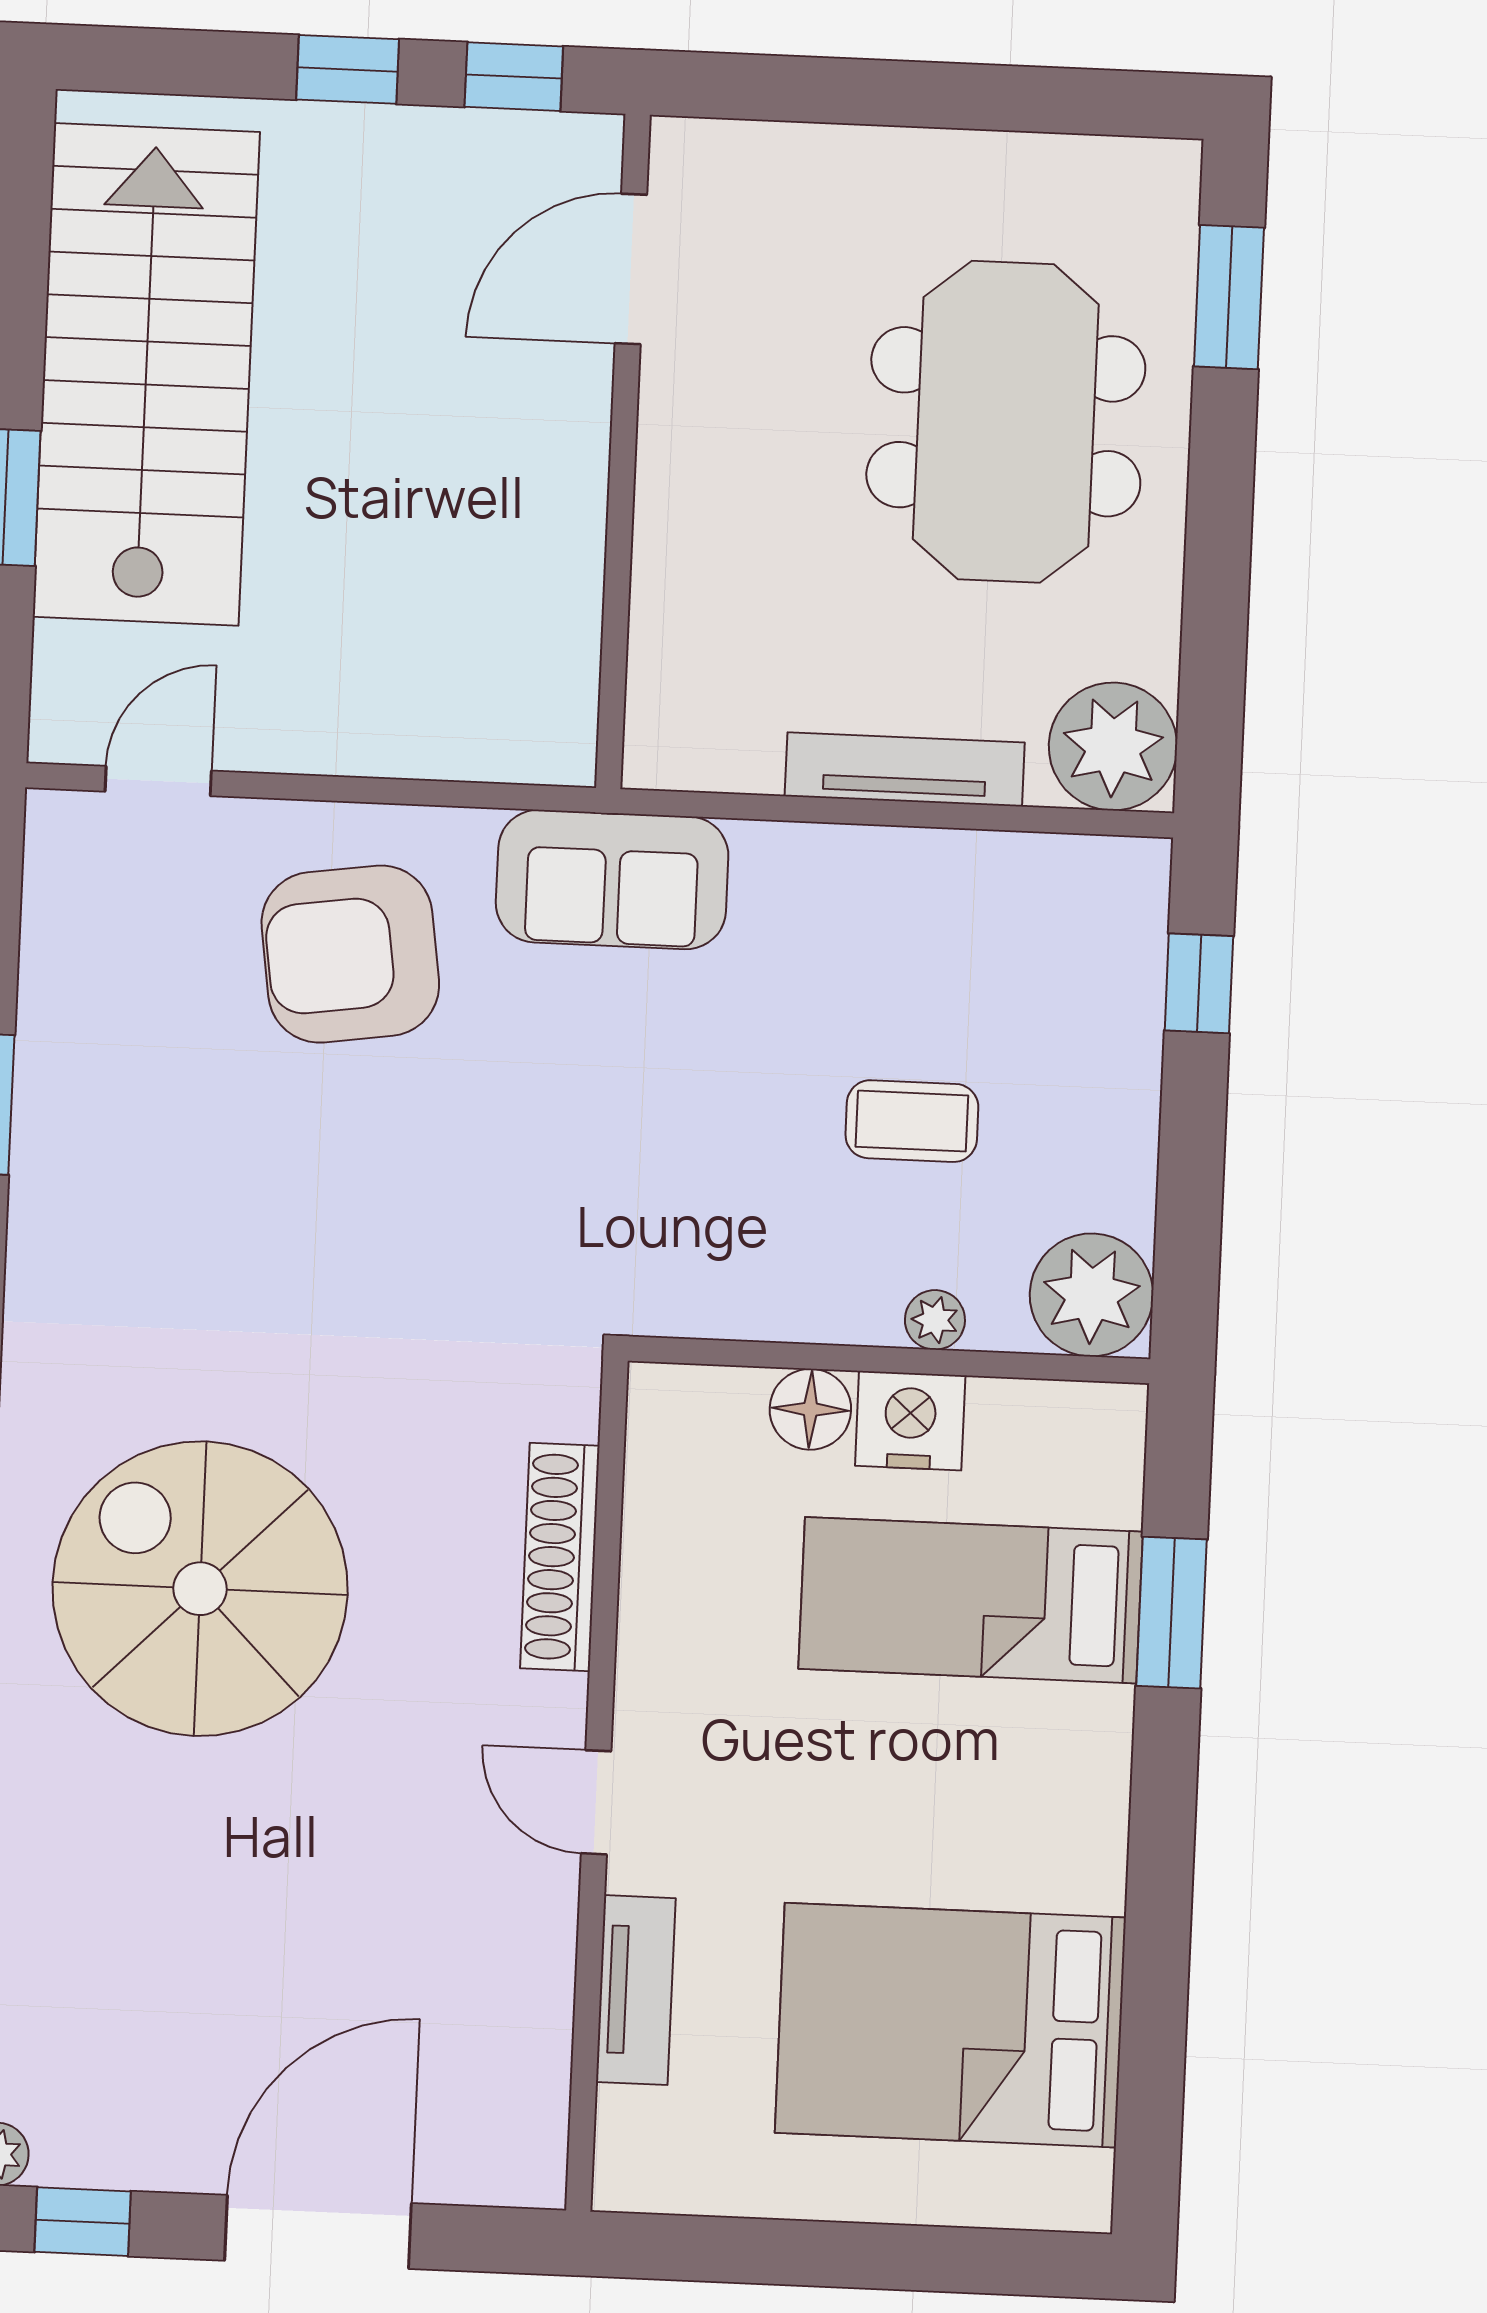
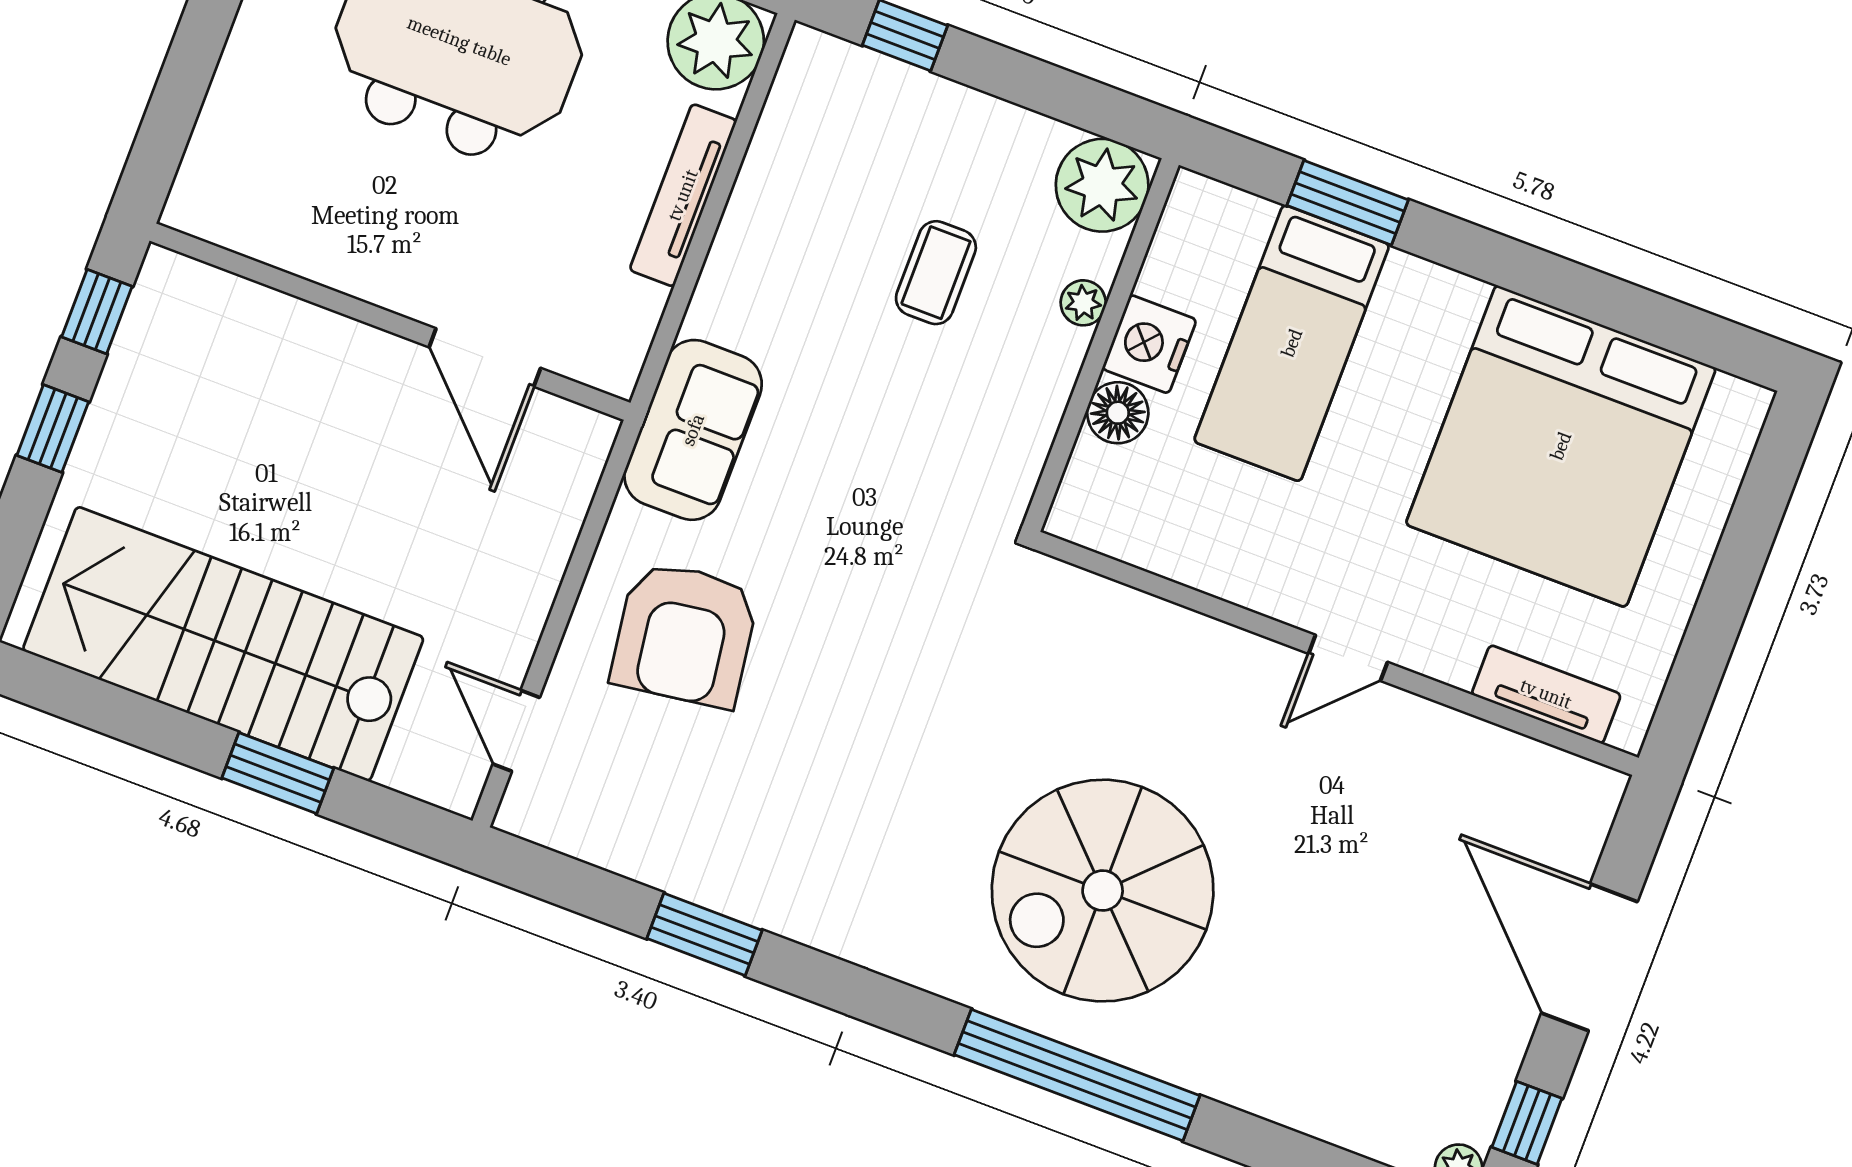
door: (631, 269) -> (485, 358), moved
shoe rack: (560, 1557) -> (1164, 626), removed
tv unit: (636, 1990) -> (1546, 694), moved
bed: (950, 2025) -> (1561, 446), width x1.36

